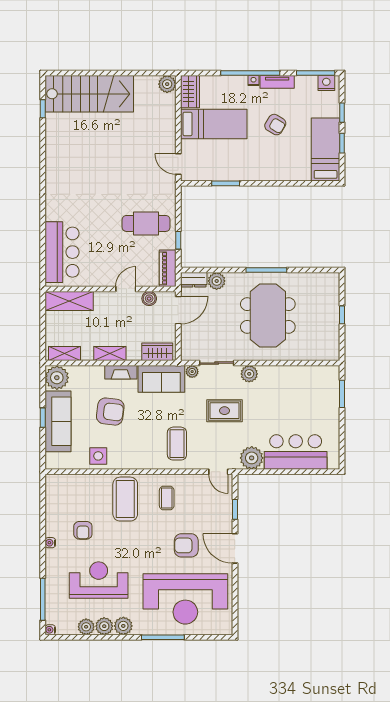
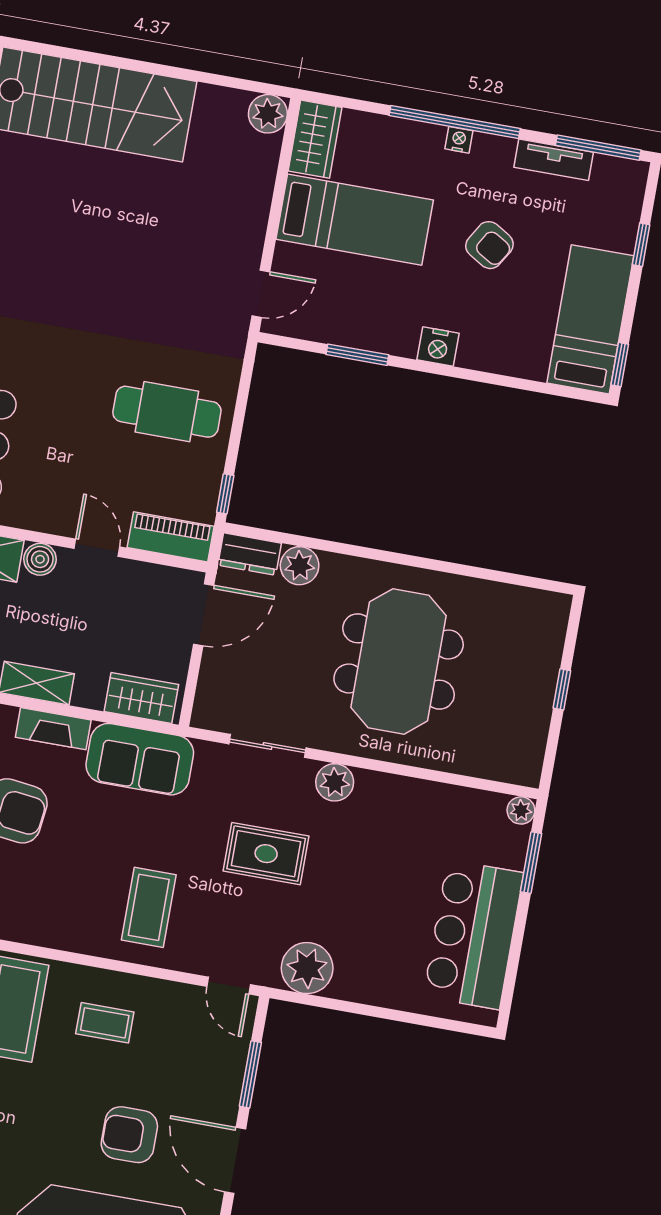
tv unit: (277, 82) -> (554, 160), moved
nightstand: (326, 83) -> (438, 347), moved, turned 180
window: (342, 143) -> (620, 365), moved
door: (178, 164) -> (261, 294), swing flipped
window: (178, 240) -> (225, 494), moved
piano: (168, 268) -> (171, 537), moved, turned 90
window: (266, 270) -> (413, 561), removed
door: (126, 289) -> (97, 548), hinge flipped
boiler: (149, 299) -> (40, 559), moved
plant: (192, 372) -> (521, 810), moved
bar counter: (296, 452) -> (473, 935), moved, turned -90
coffee table: (167, 498) -> (105, 1023), turned 90
window: (235, 509) -> (250, 1074), width x1.50

